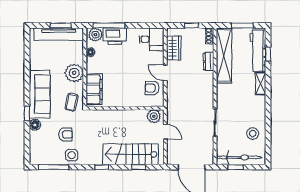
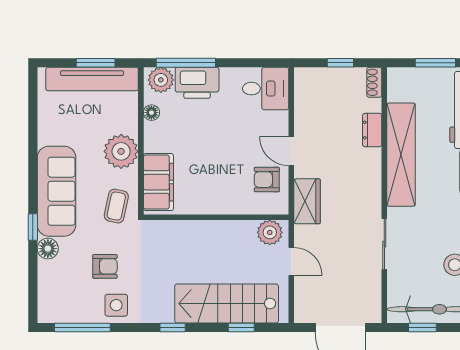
wardrobe: (174, 48) -> (307, 201), moved
shelving: (224, 56) -> (401, 155), moved

